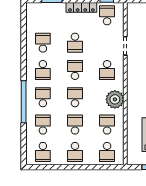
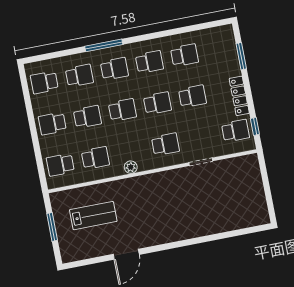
school desk: (75, 43) -> (192, 96), turned 180
school desk: (43, 70) -> (149, 62), turned 180
school desk: (107, 70) -> (165, 144), turned 180
plant: (115, 99) -> (131, 167), width x0.53, depth x0.53
window: (24, 102) -> (104, 45), width x0.68

